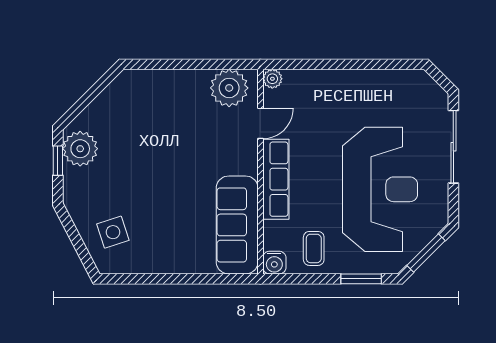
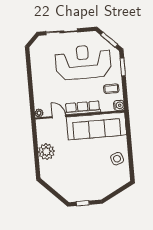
plant: (229, 88) -> (46, 152), moved
plant: (80, 149) -> (77, 194), removed
sofa: (237, 225) -> (96, 126), width x1.36, depth x1.27
side table: (113, 232) -> (117, 159), moved

